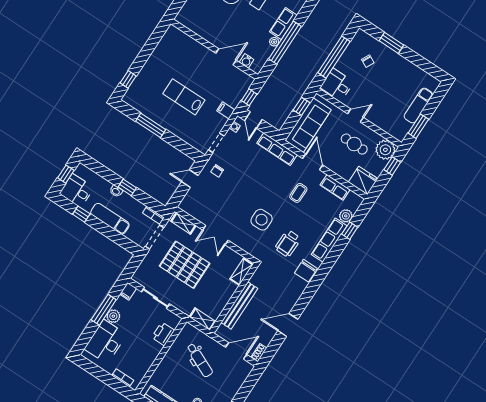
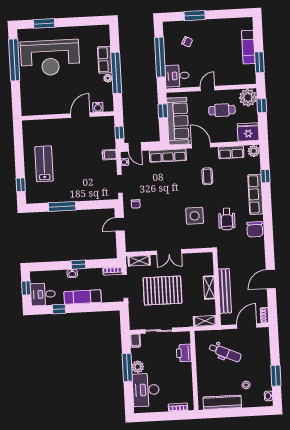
lab bench: (184, 97) -> (44, 164), moved, turned 90
plant: (346, 216) -> (254, 151), moved
shelving: (241, 272) -> (209, 288), moved

